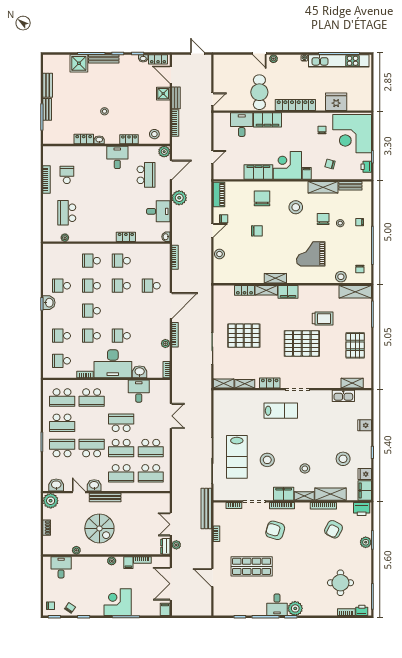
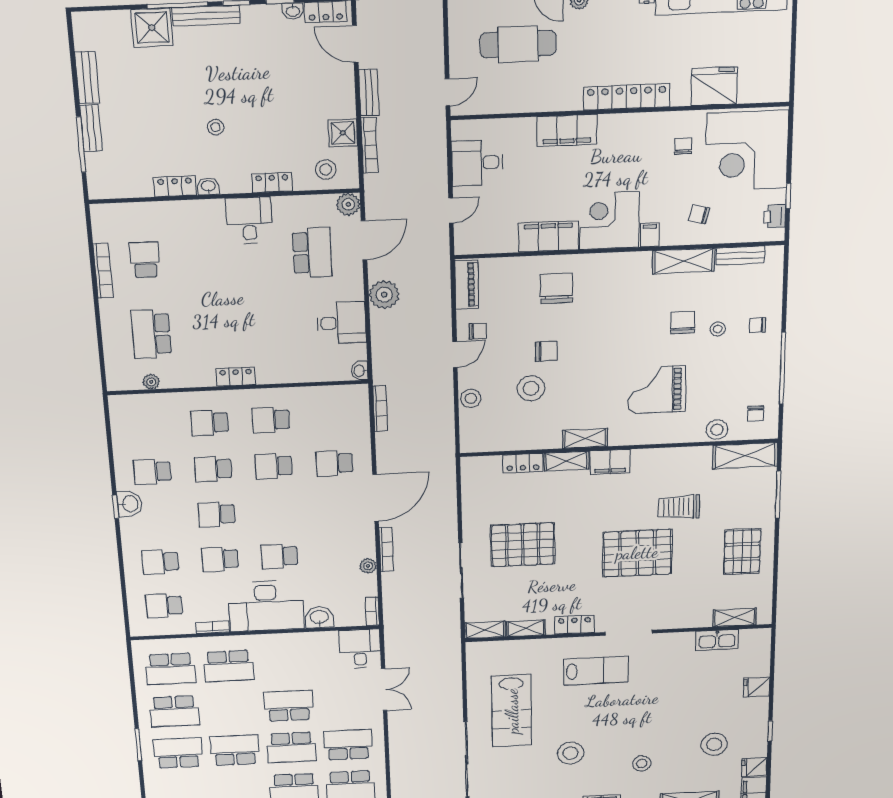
cafe table: (259, 92) -> (518, 44), moved, turned 90
shower: (163, 94) -> (343, 133), moved
desk: (242, 125) -> (477, 163), moved, turned -90
stool: (296, 207) -> (531, 388), moved
locker: (126, 237) -> (236, 377), moved
trolley: (323, 319) -> (679, 507), turned 180
desk: (139, 391) -> (360, 649), moved
school desk: (151, 448) -> (348, 745), turned 180
lab bench: (237, 457) -> (512, 711), moved

